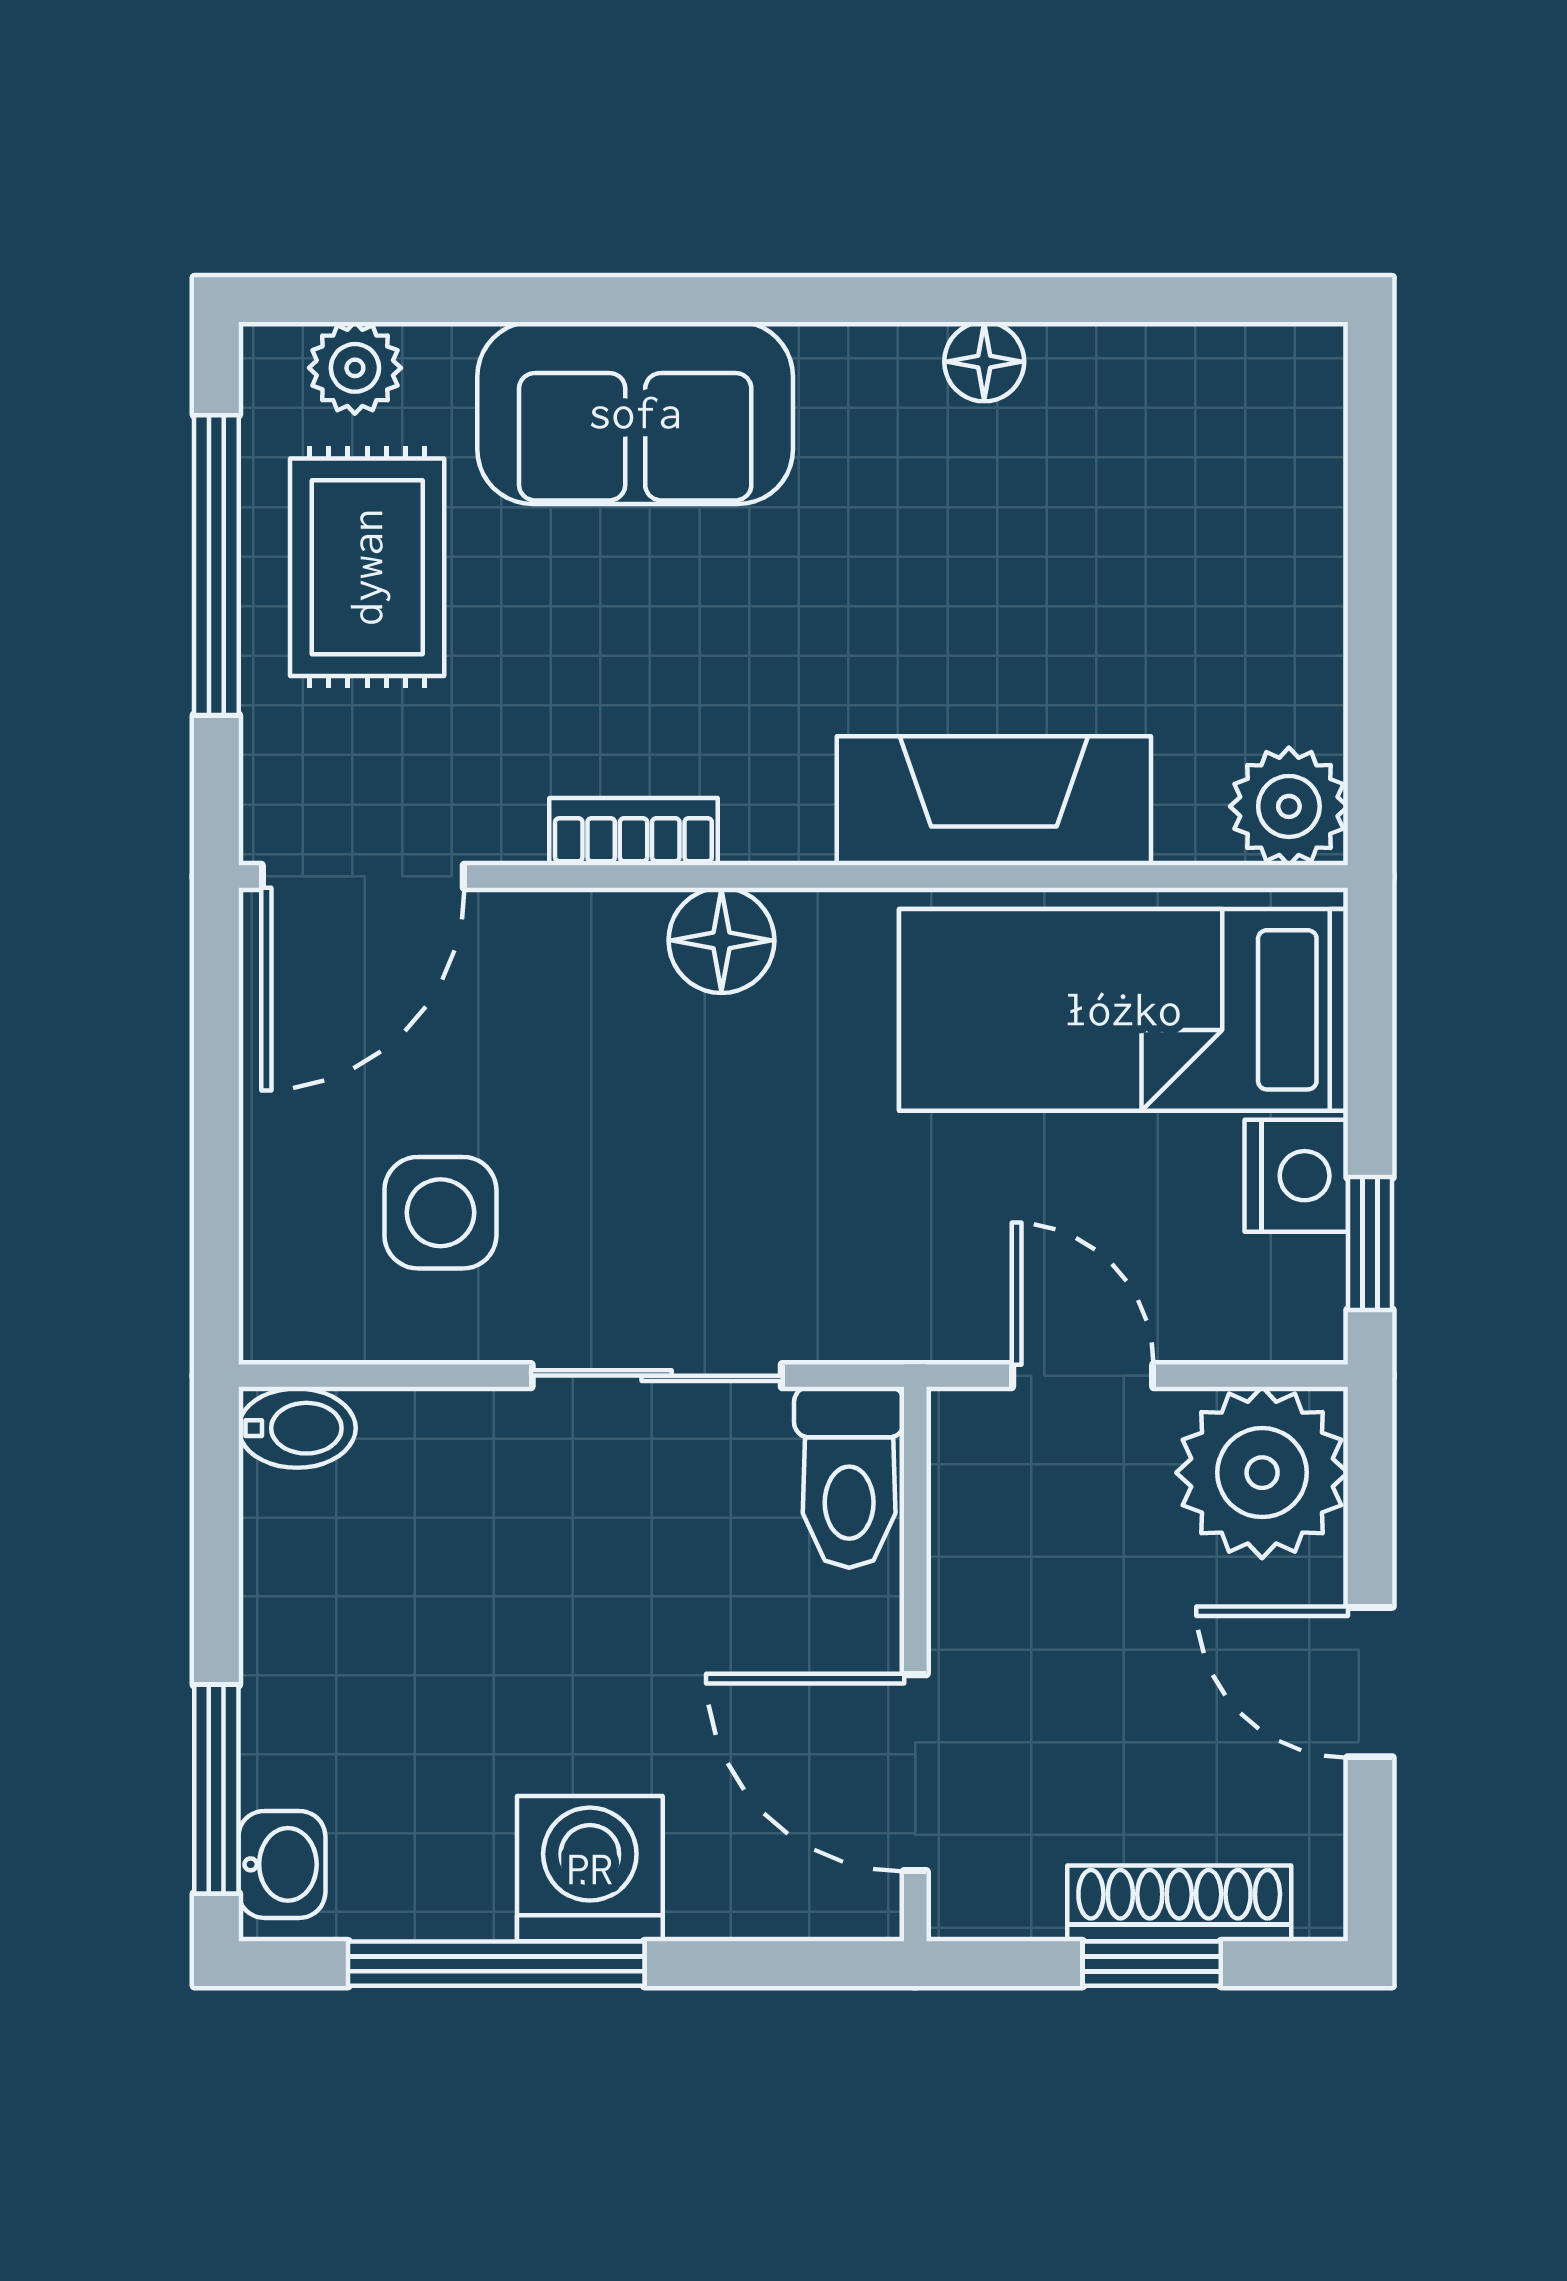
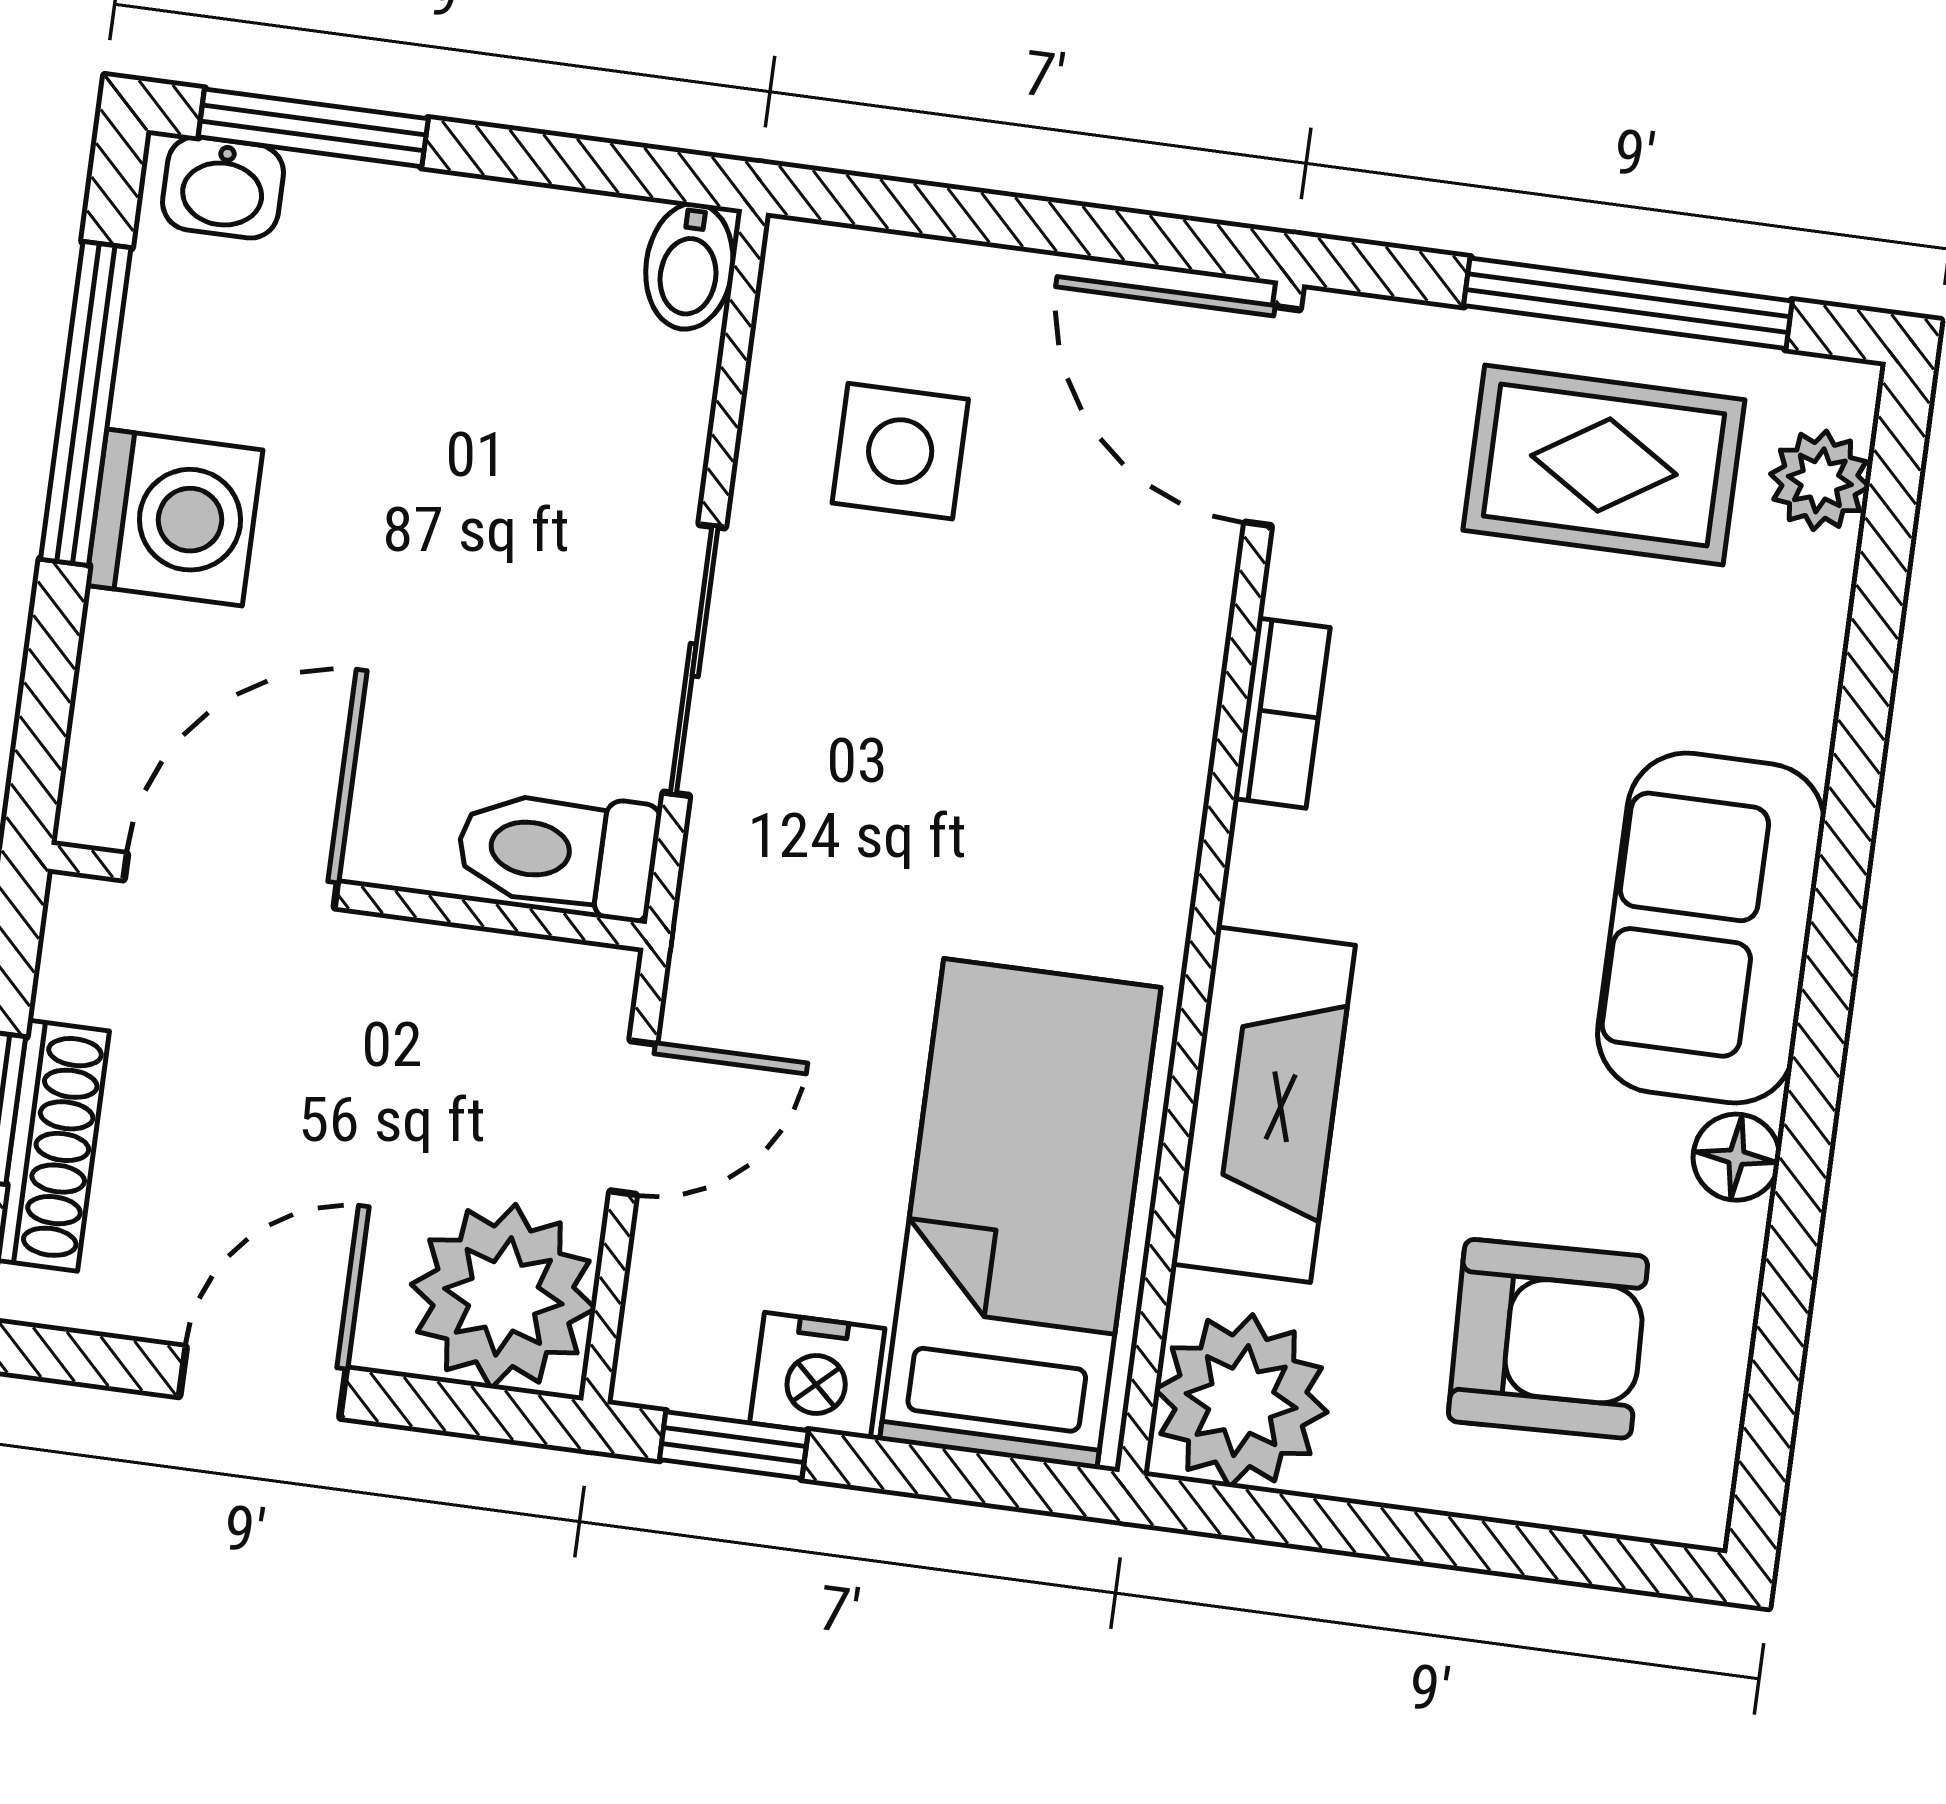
sofa: (635, 413) -> (1711, 928), moved
armchair: (1173, 512) -> (1548, 1339), added
plant: (1289, 806) -> (1241, 1401), width x1.36, depth x1.36
floor lamp: (721, 940) -> (1152, 792), removed

